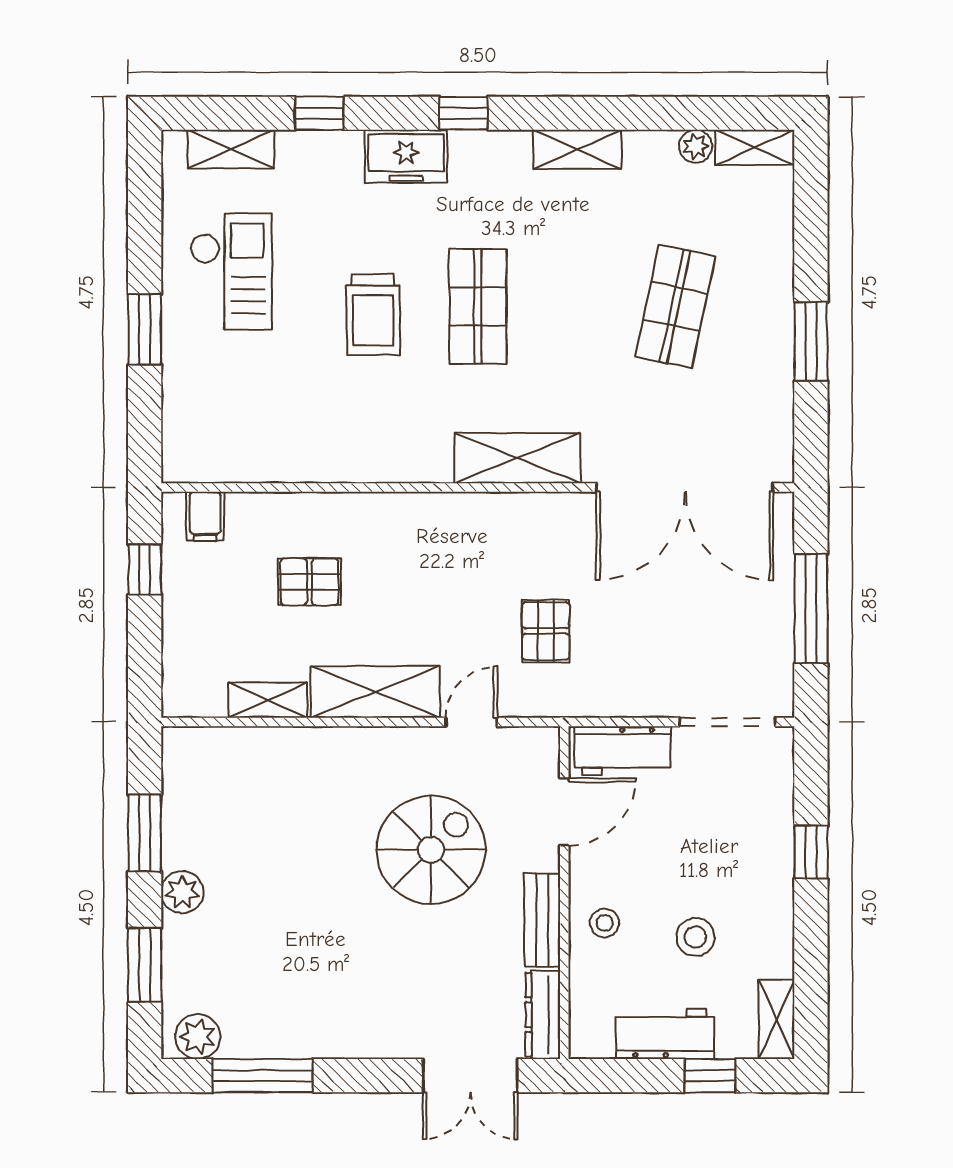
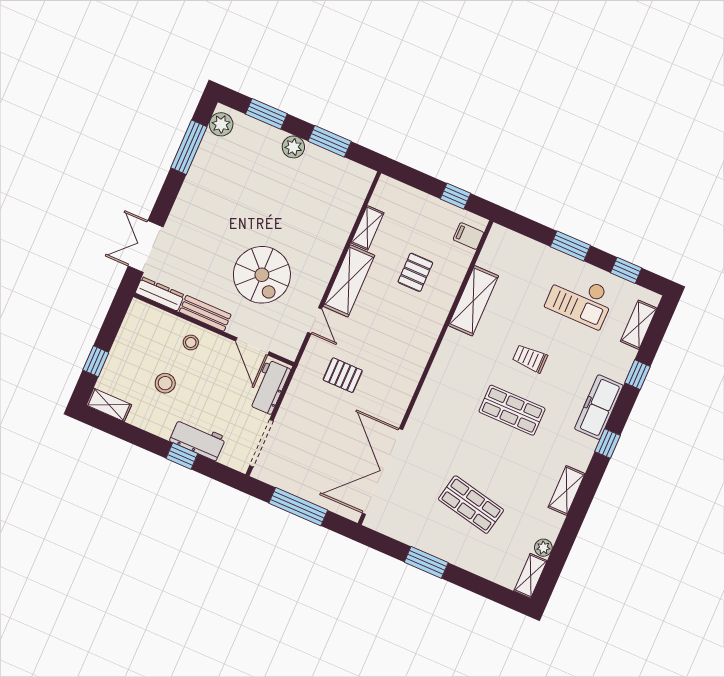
freezer: (406, 156) -> (599, 407), width x1.40
window: (145, 213) -> (626, 270), added
trolley: (373, 315) -> (530, 358), width x0.73, depth x0.72
shelving: (518, 458) -> (473, 301), moved
workbench: (665, 1034) -> (198, 439), moved, turned -90

